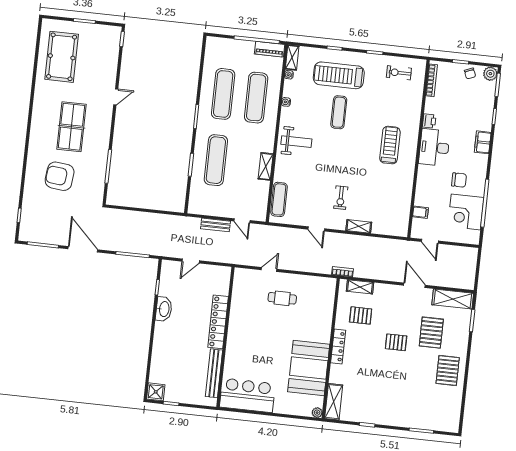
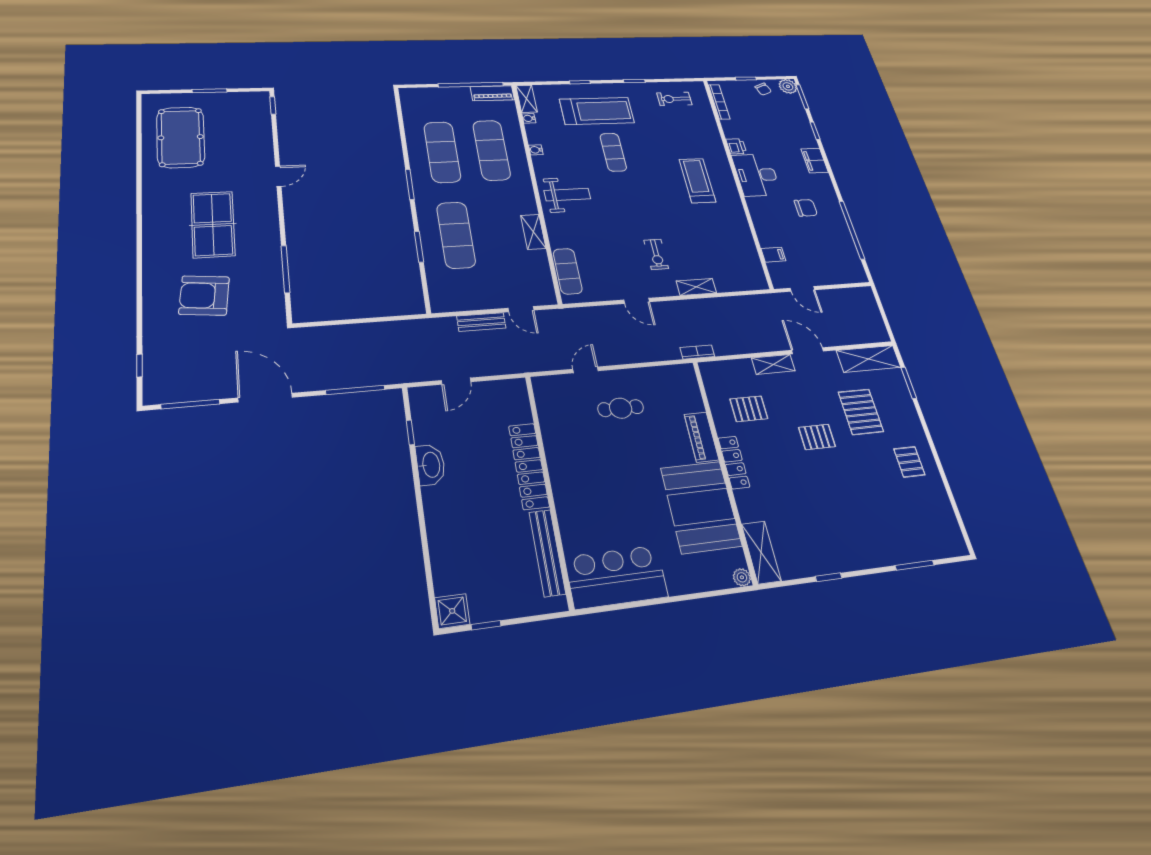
treadmill: (339, 75) -> (597, 111), turned 180
corner desk: (466, 212) -> (833, 244), removed
shelving: (360, 287) -> (773, 364), moved
piano: (325, 327) -> (701, 437), added
pallet: (448, 371) -> (909, 462), width x0.67, depth x0.71

